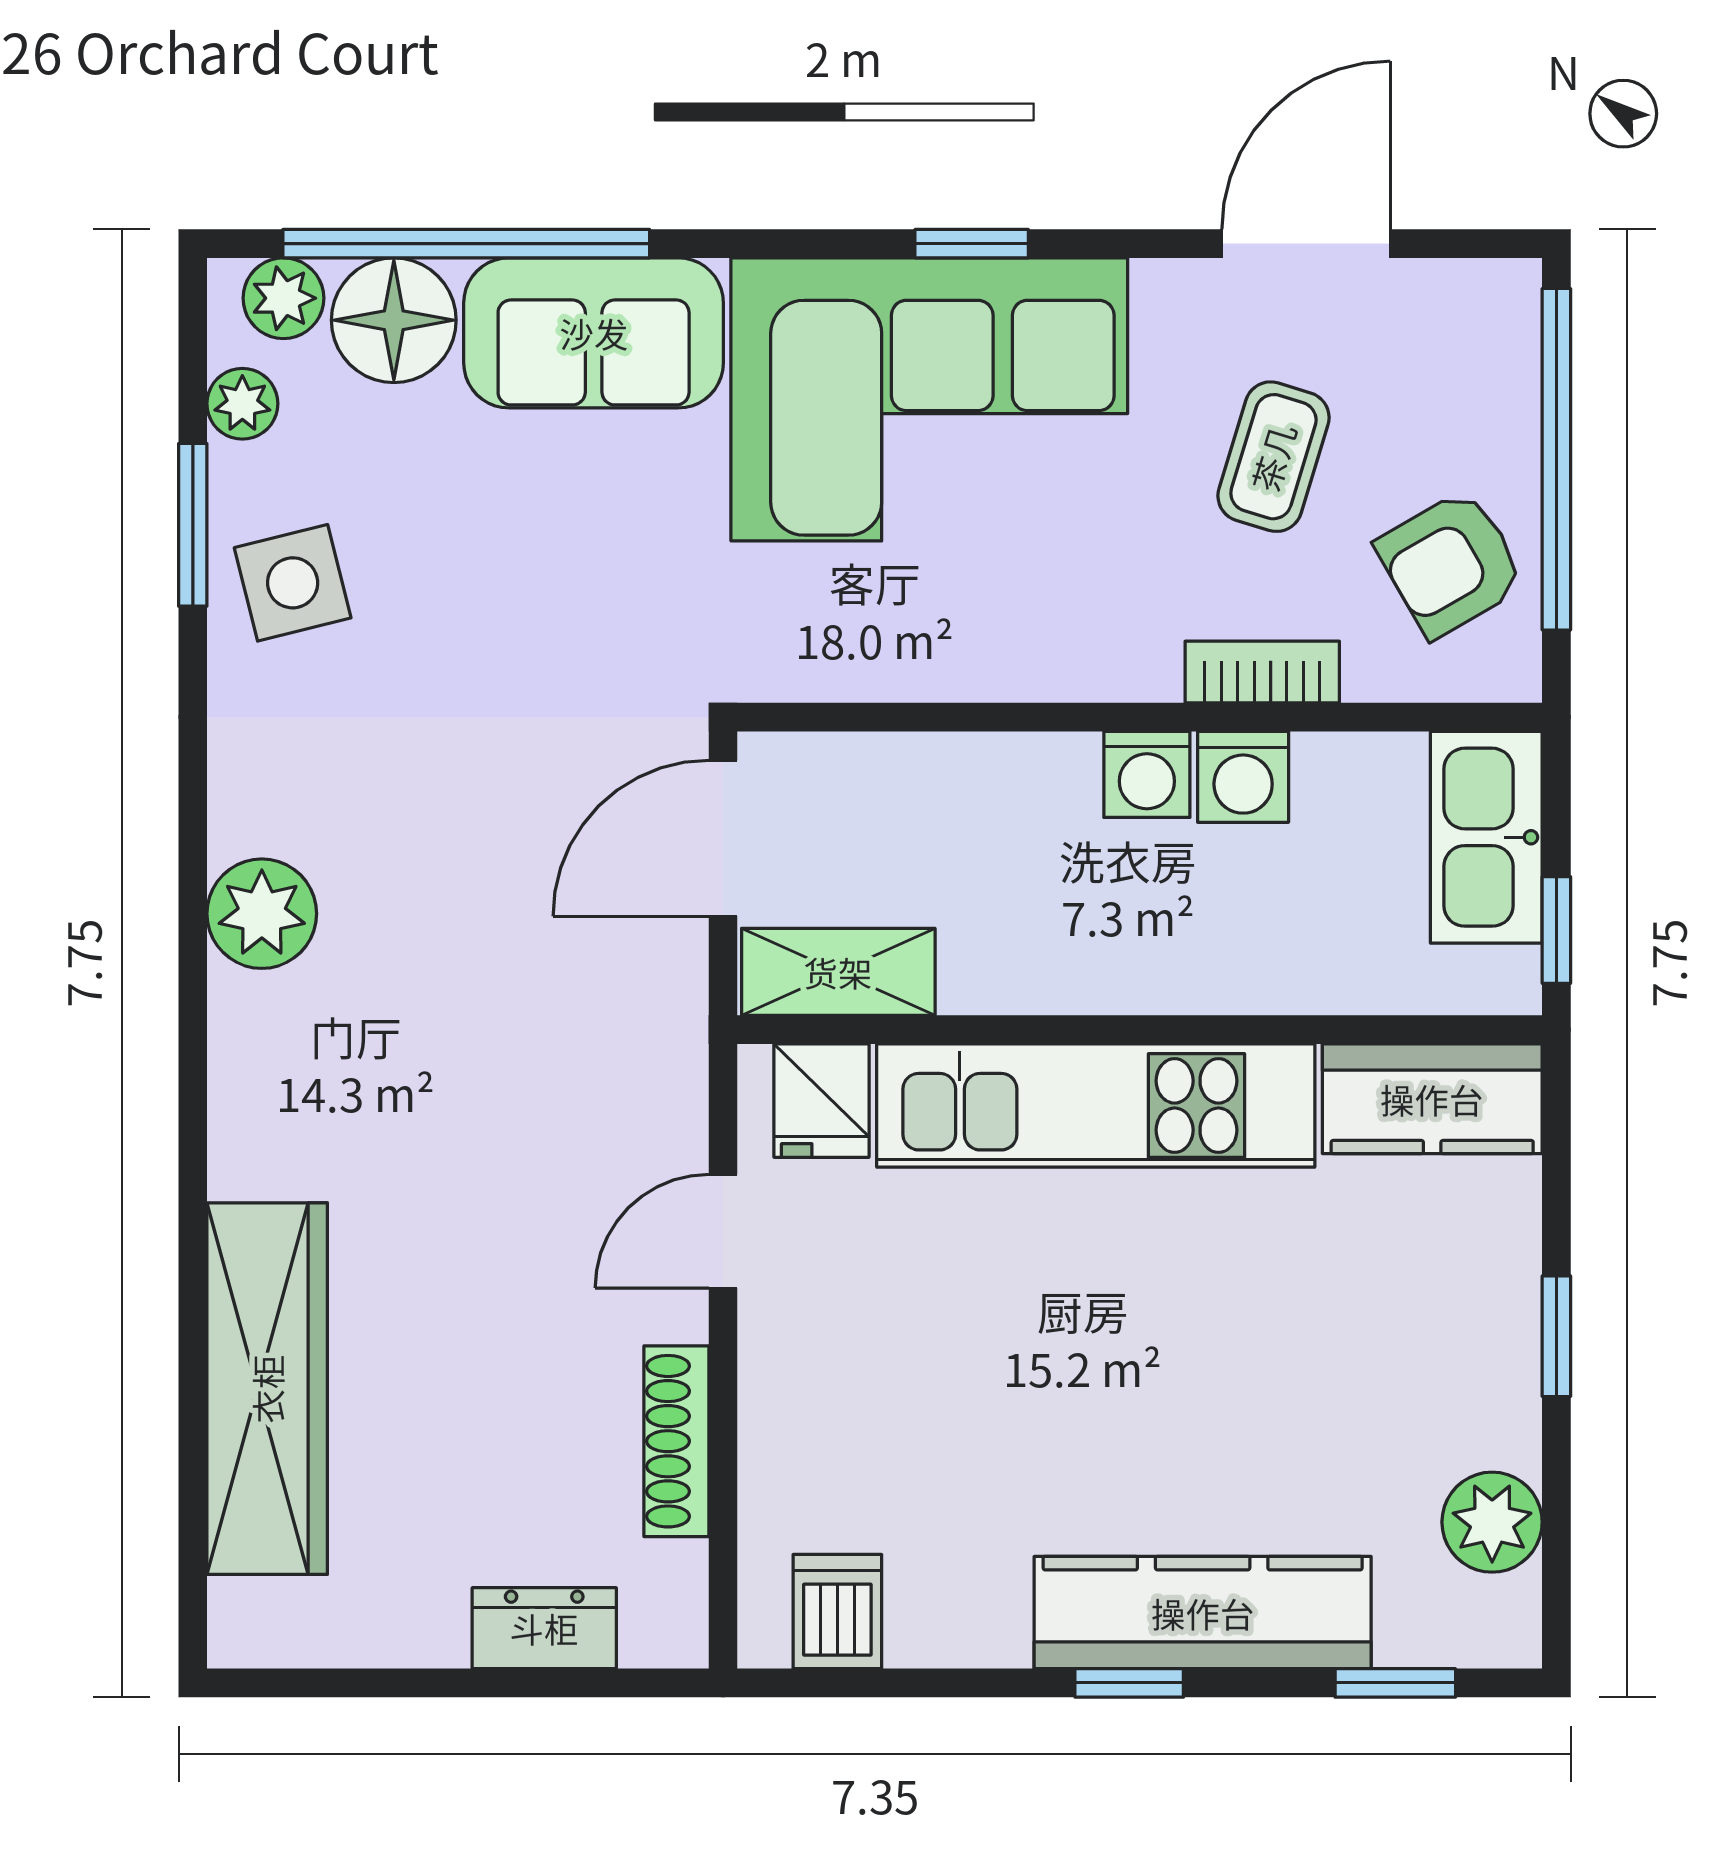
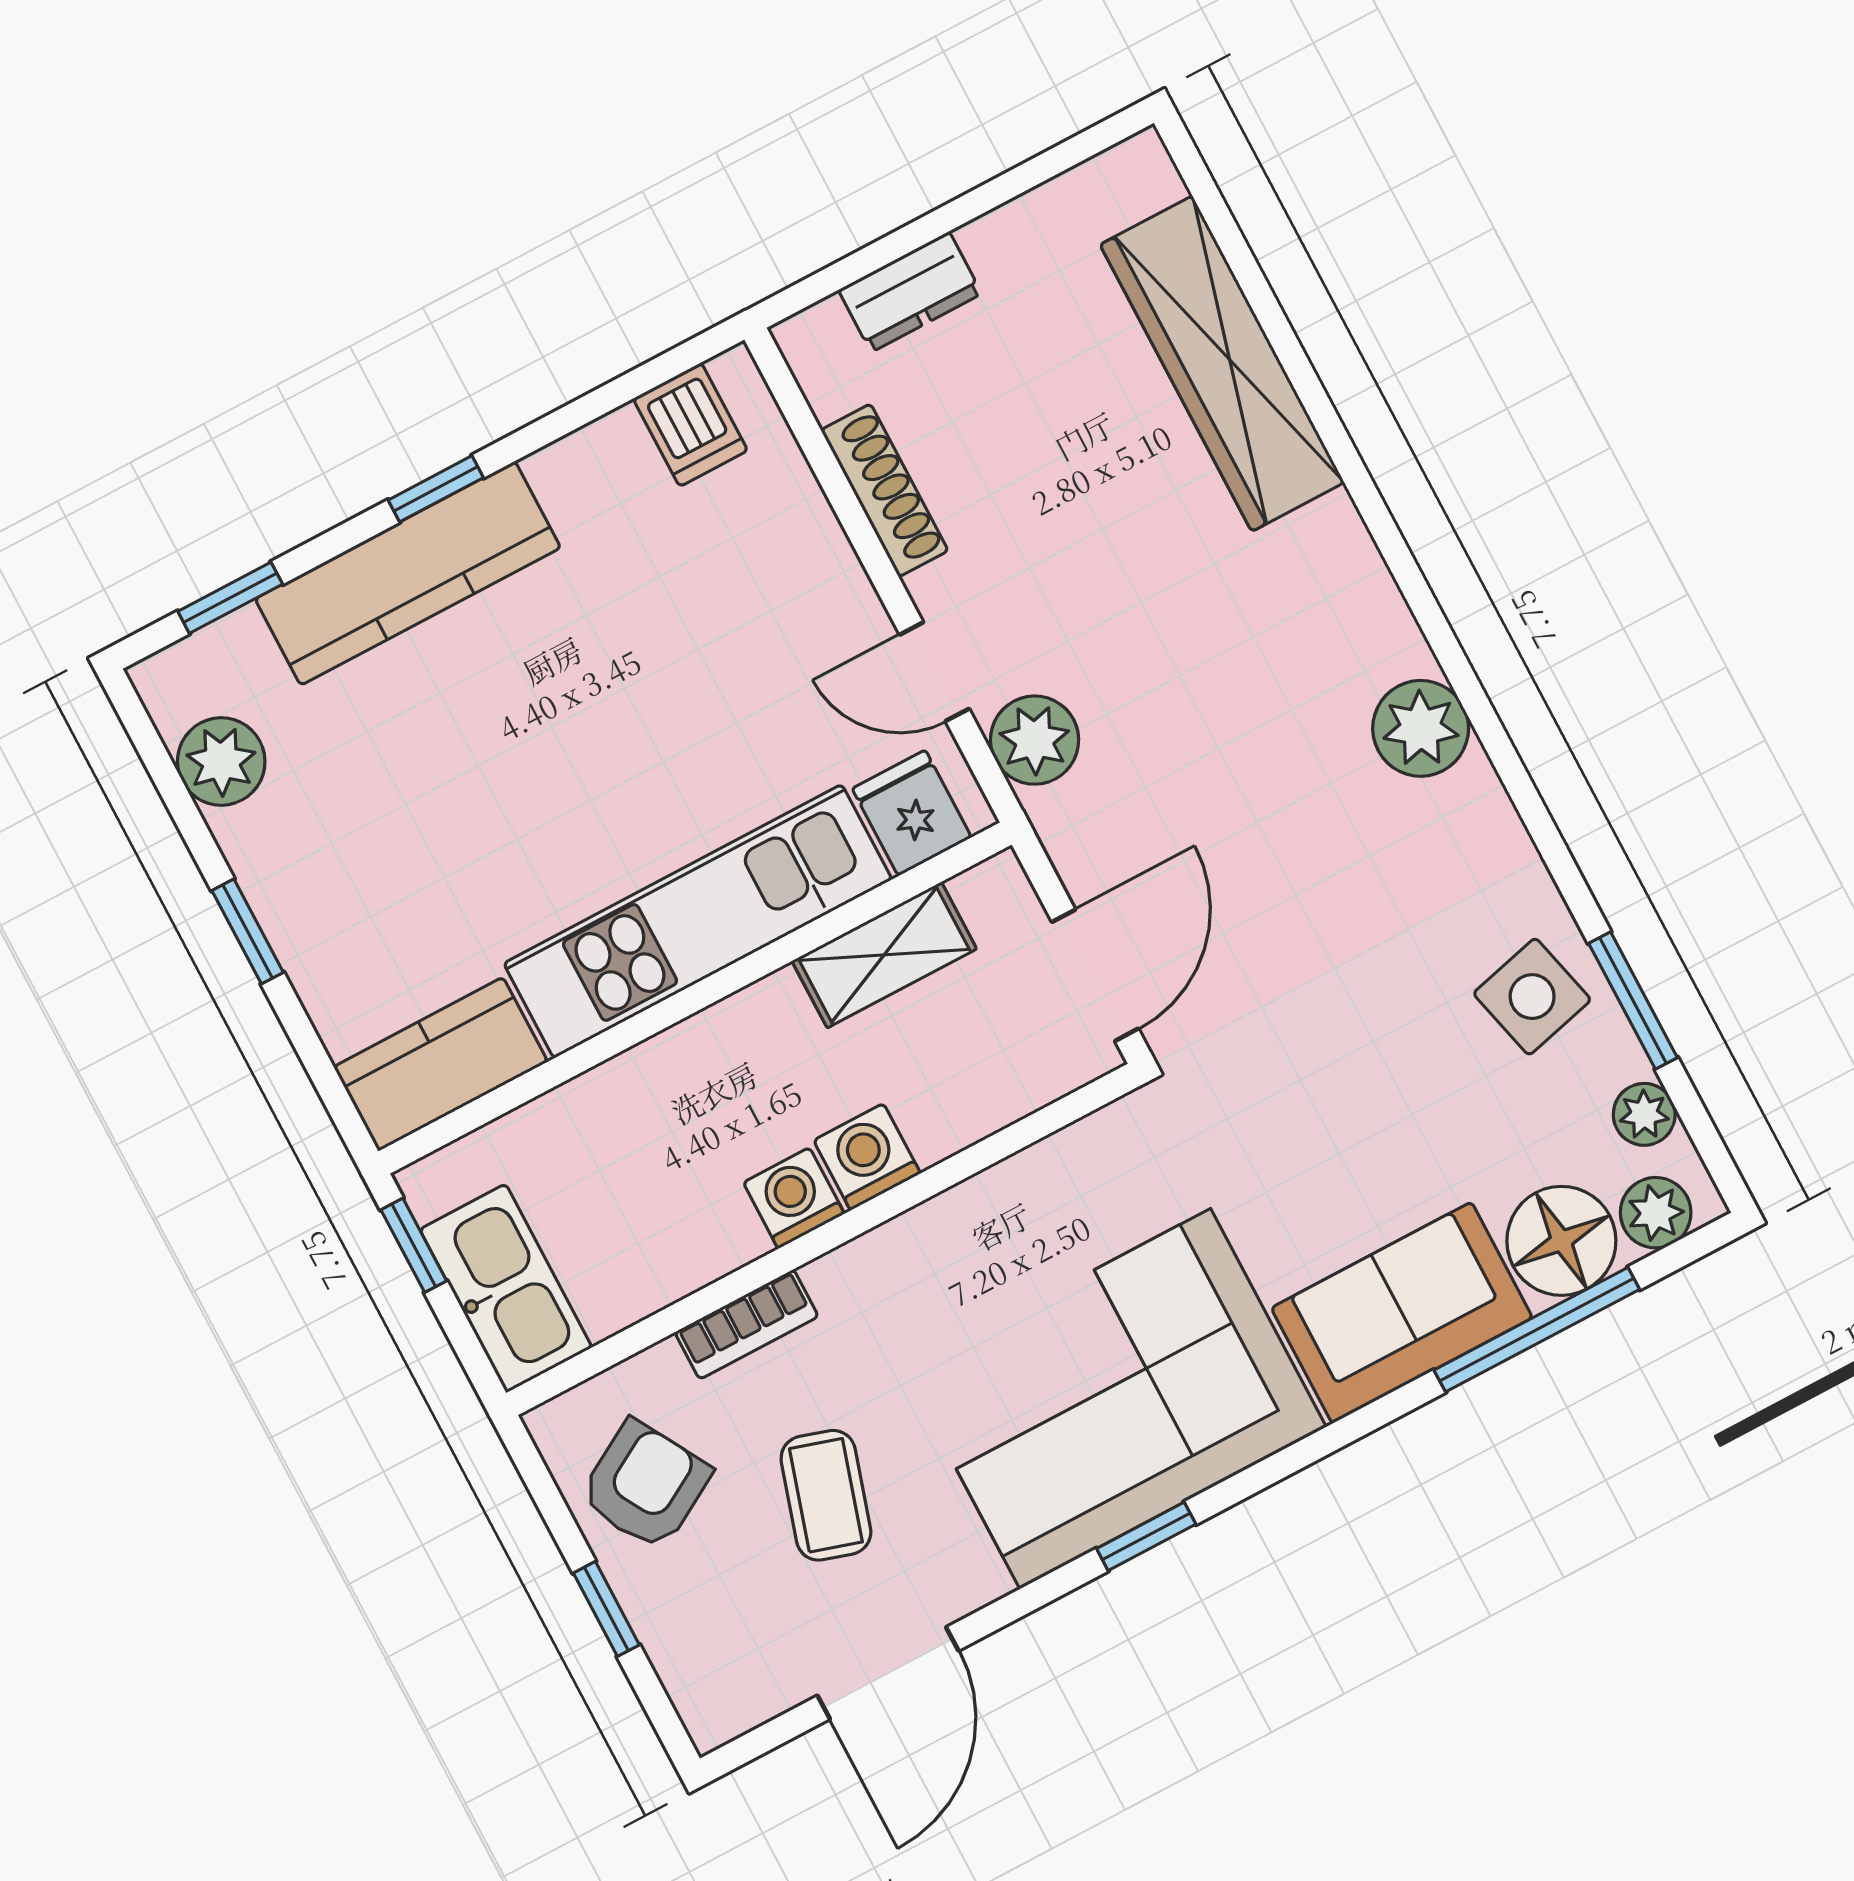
window: (466, 244) -> (1537, 1330), width x0.68
window: (1556, 459) -> (606, 1609), width x0.32
washing machine: (1243, 777) -> (867, 1157), moved
shelving: (838, 972) -> (884, 955), moved
plant: (658, 1108) -> (1035, 740), added
door: (723, 1231) -> (934, 672), swing flipped

